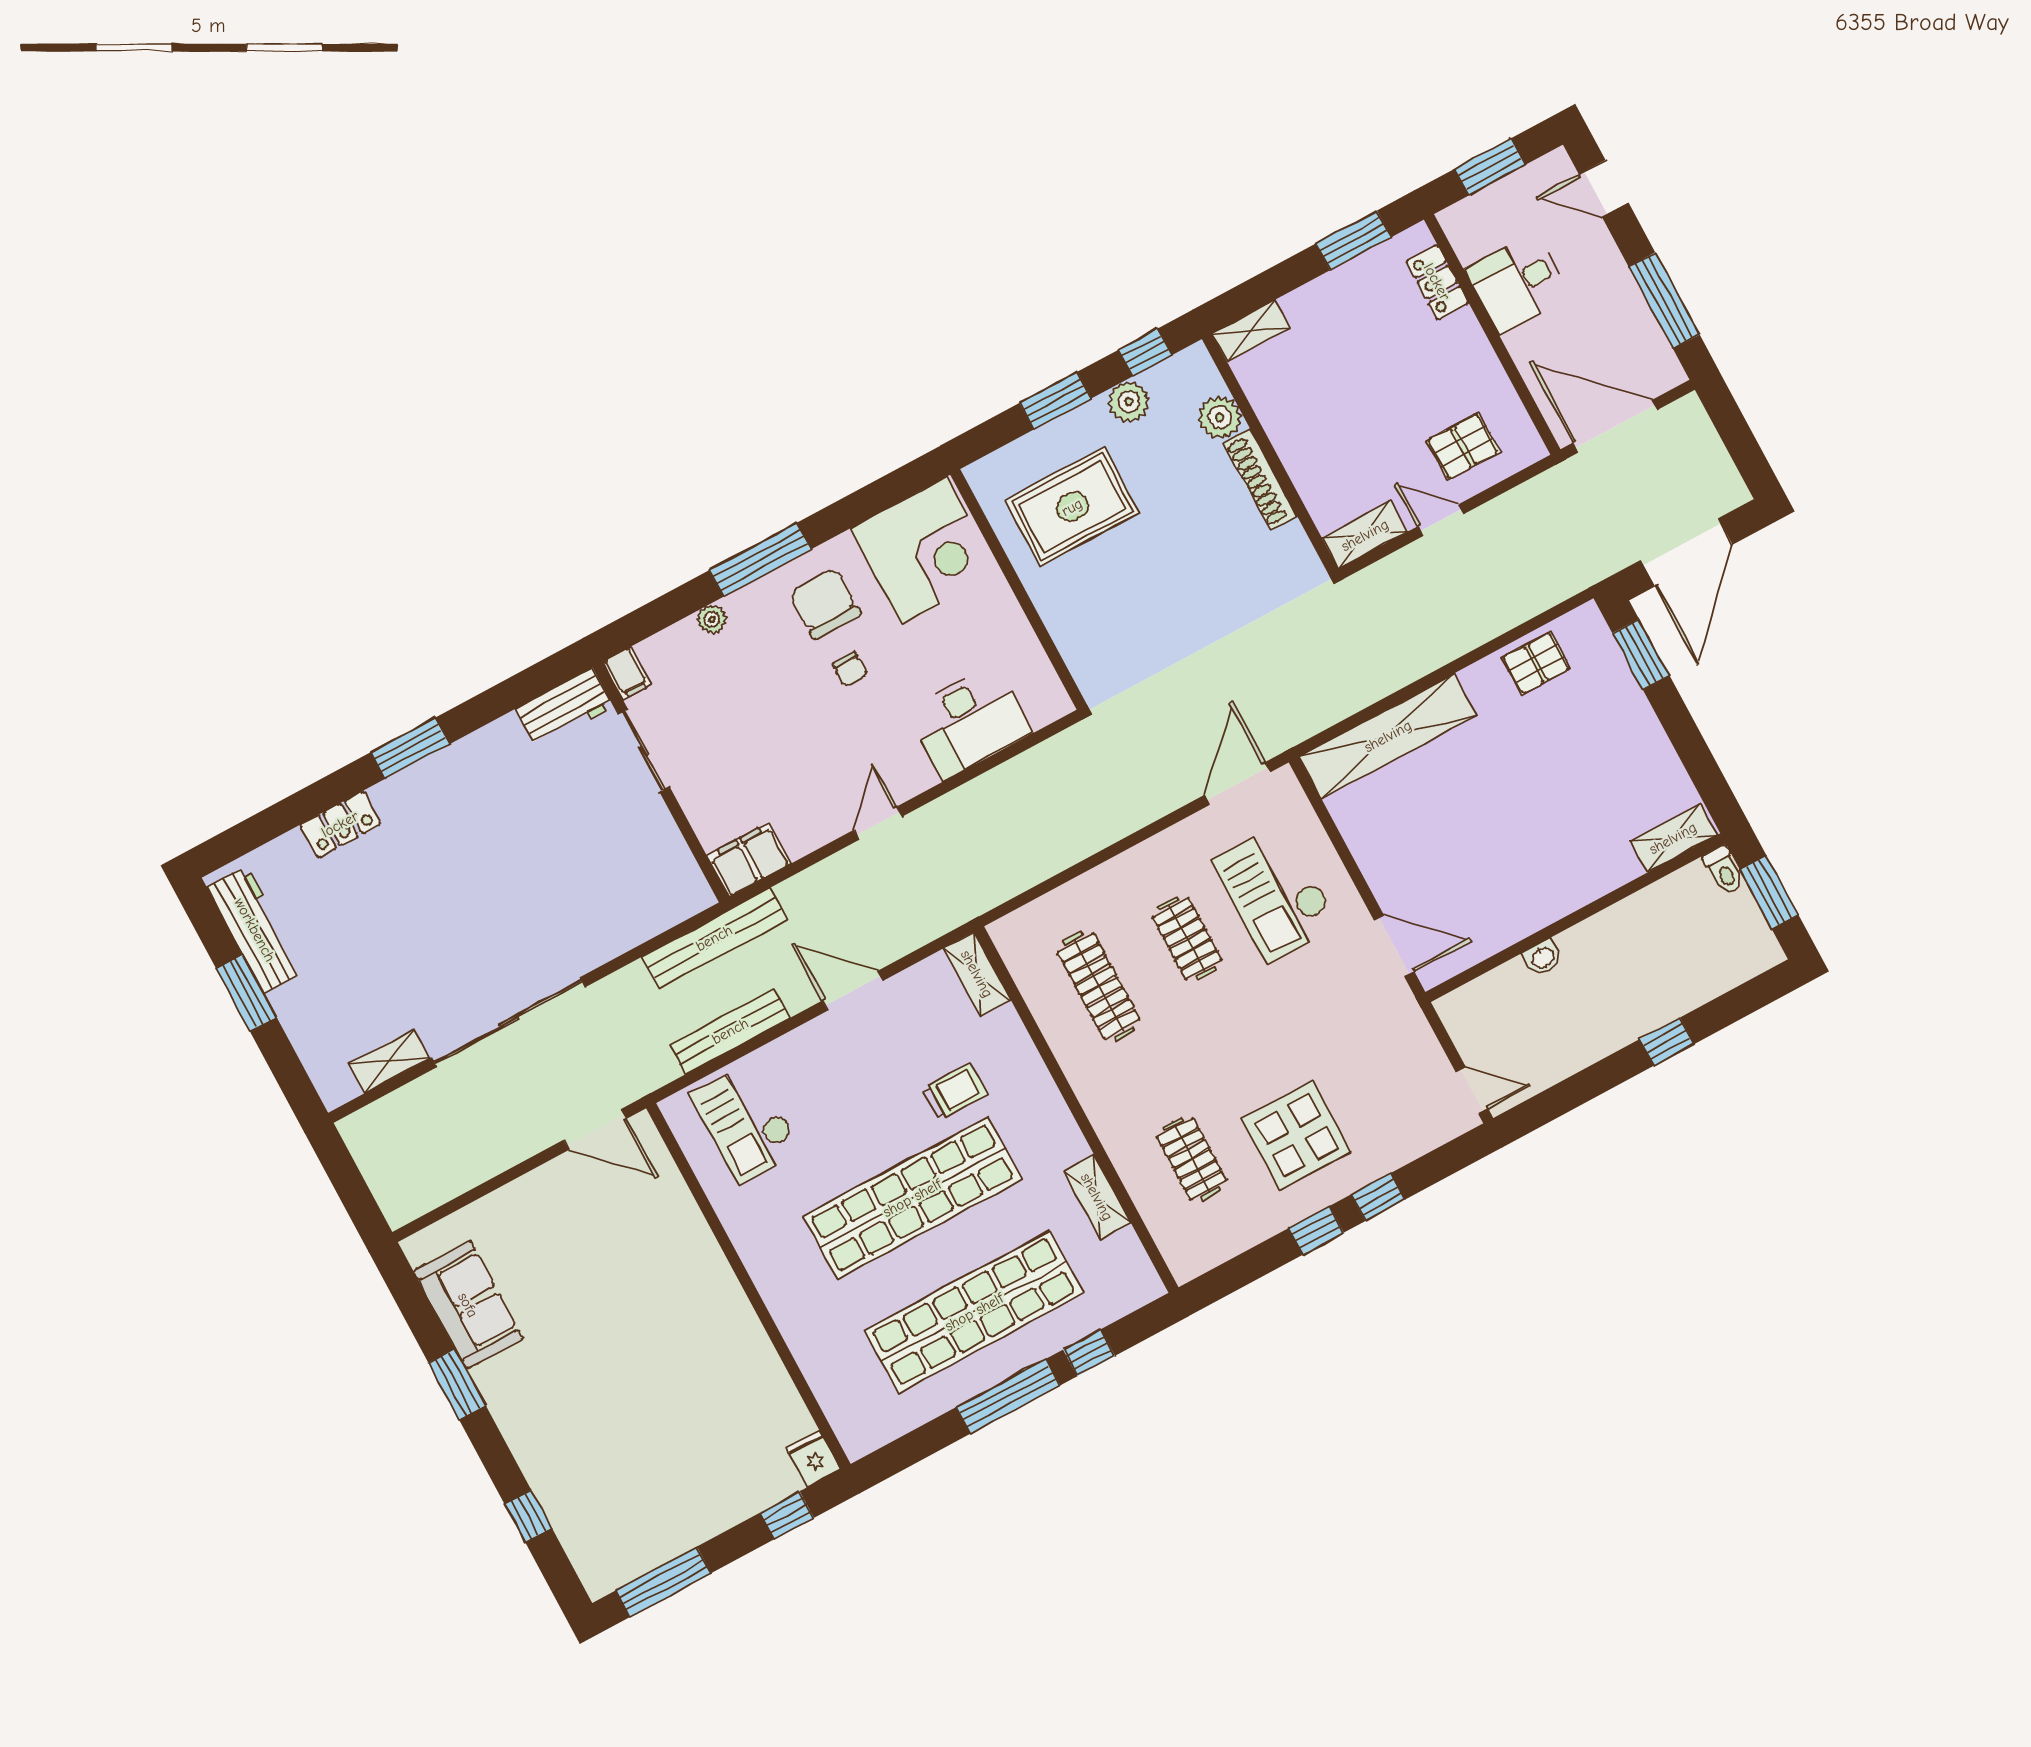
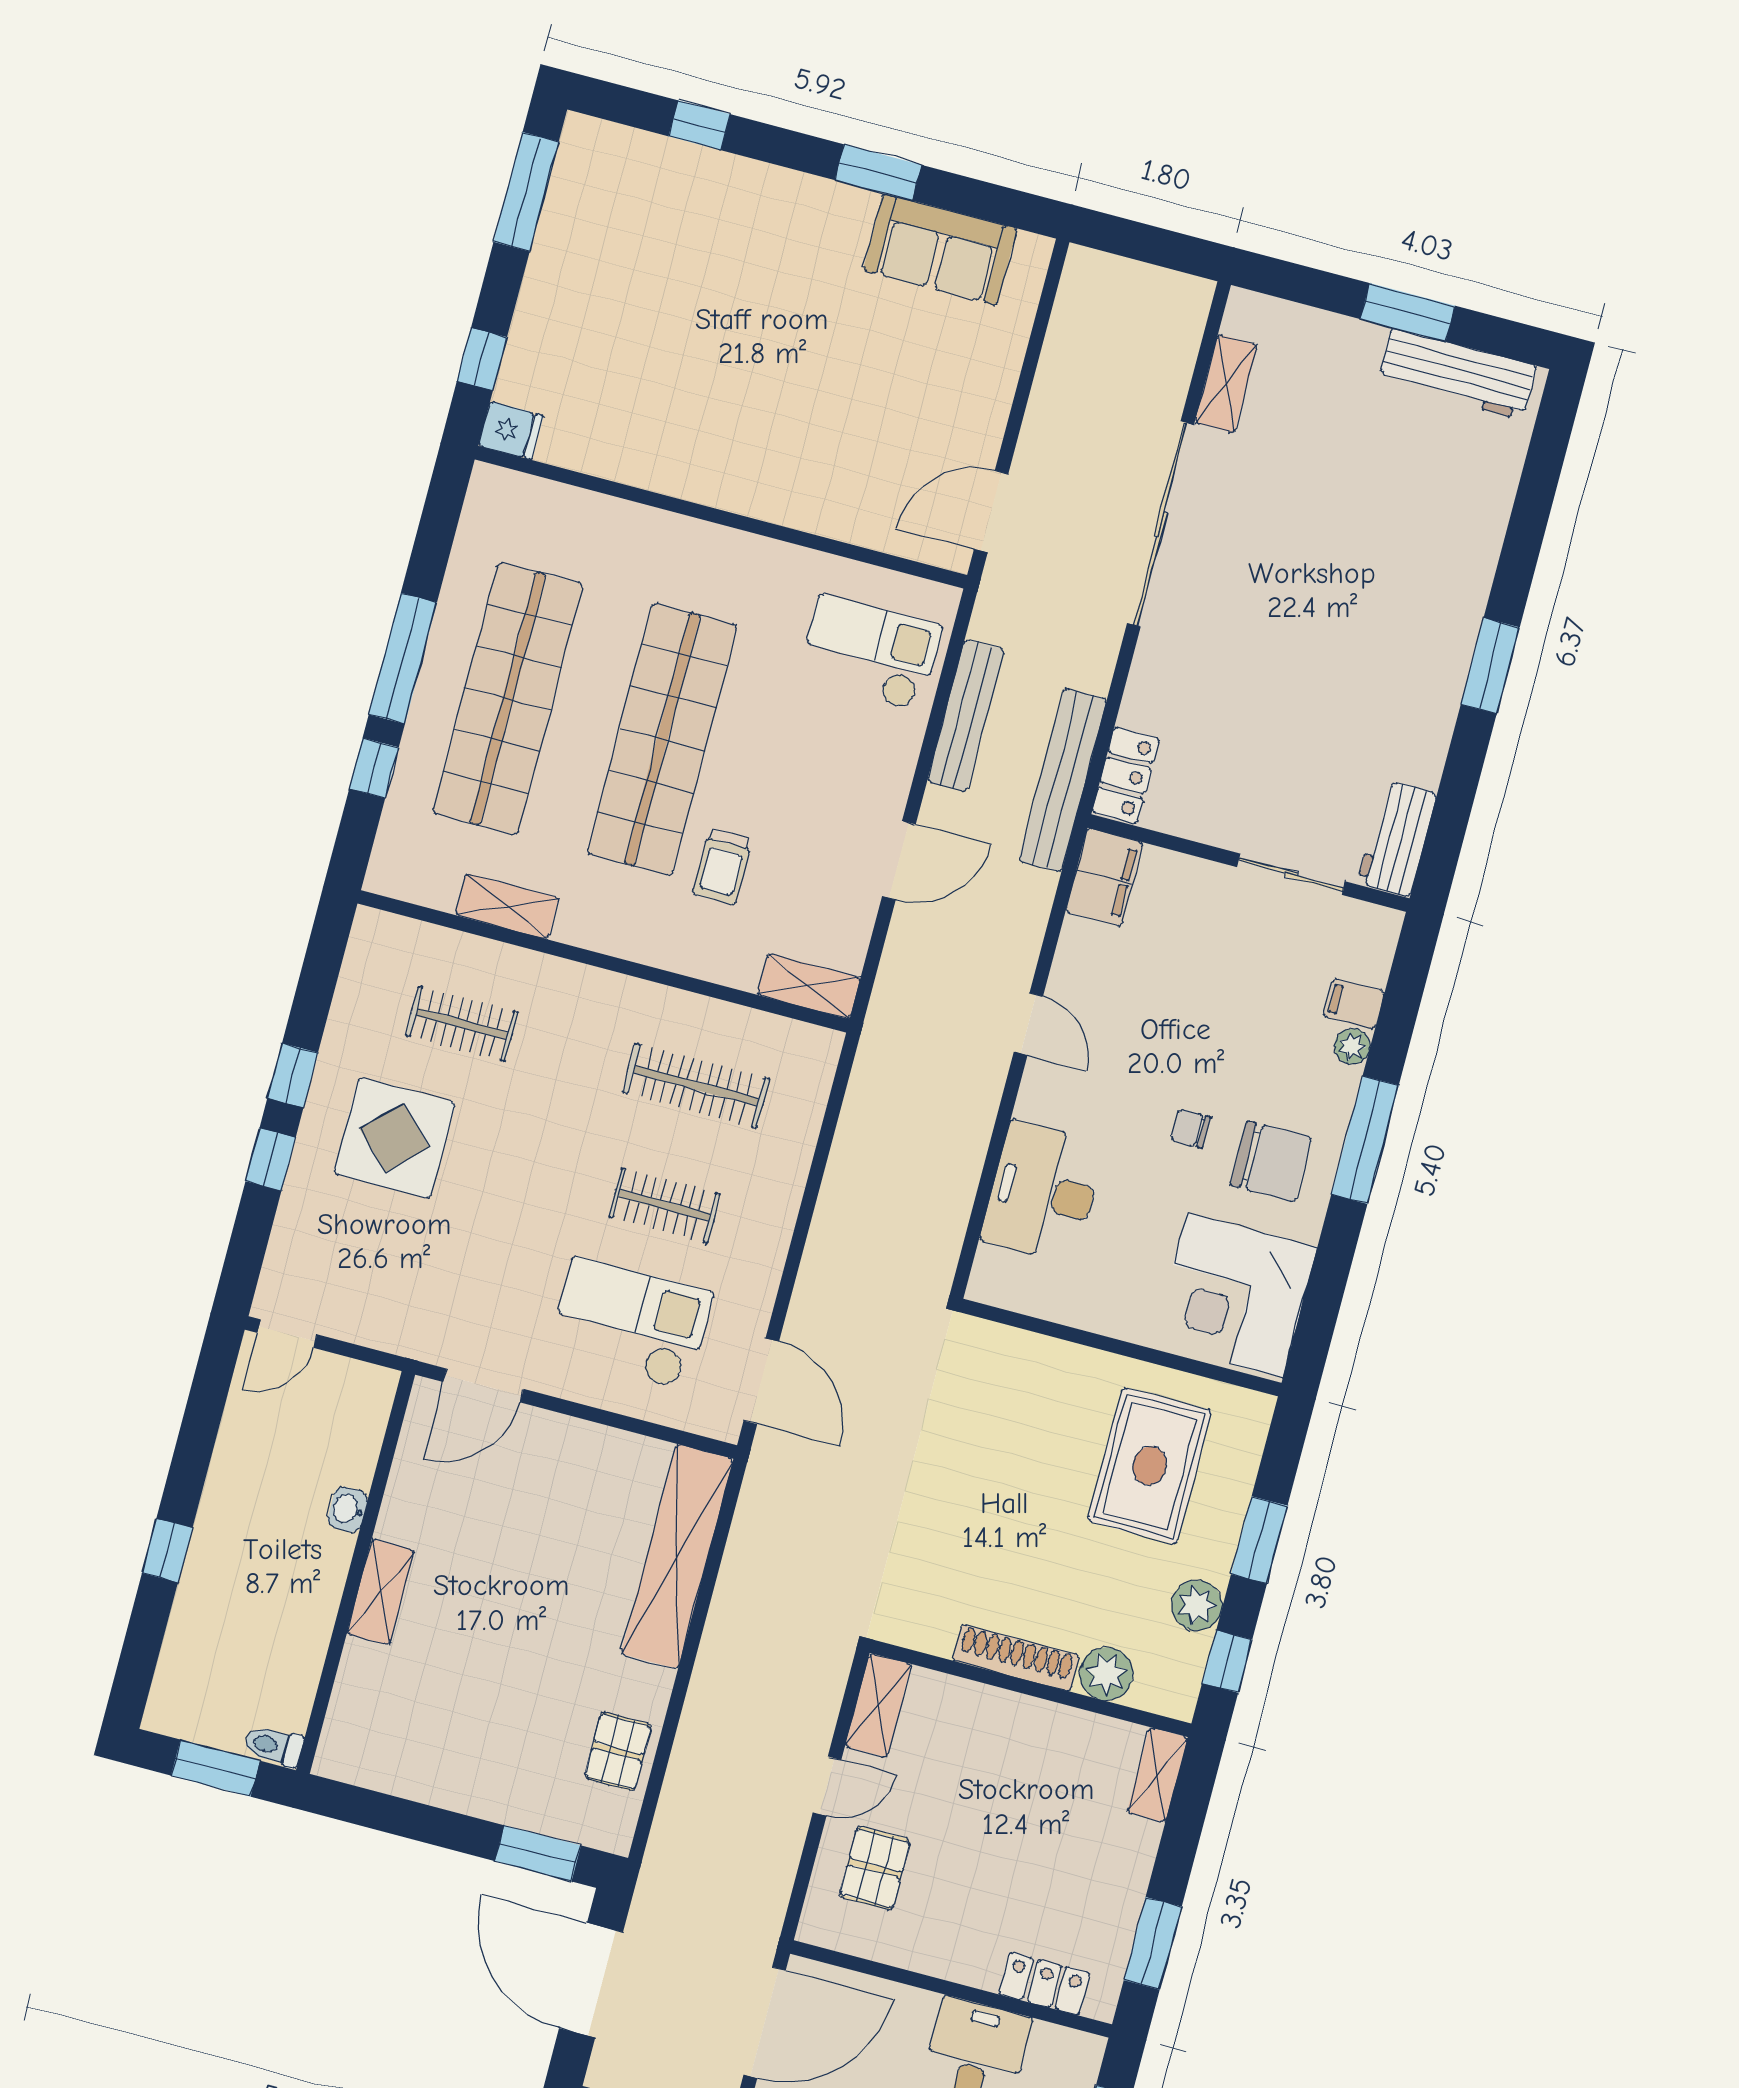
filing cabinet: (627, 673) -> (1354, 1004), moved
locker: (340, 824) -> (1126, 775), moved, turned 180
shelving: (1673, 838) -> (381, 1592), moved

